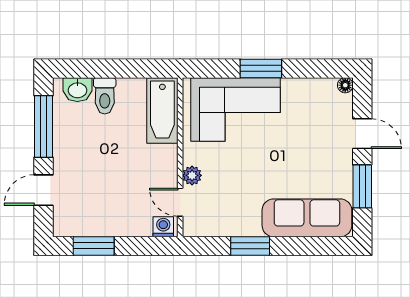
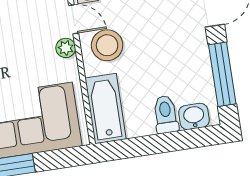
stool: (151, 172) -> (107, 45), added

